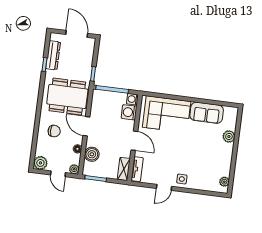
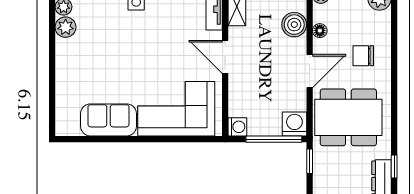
washing machine: (129, 112) -> (294, 124), moved, turned -90
door: (86, 126) -> (310, 71), hinge flipped
plant: (229, 136) -> (66, 27), moved

